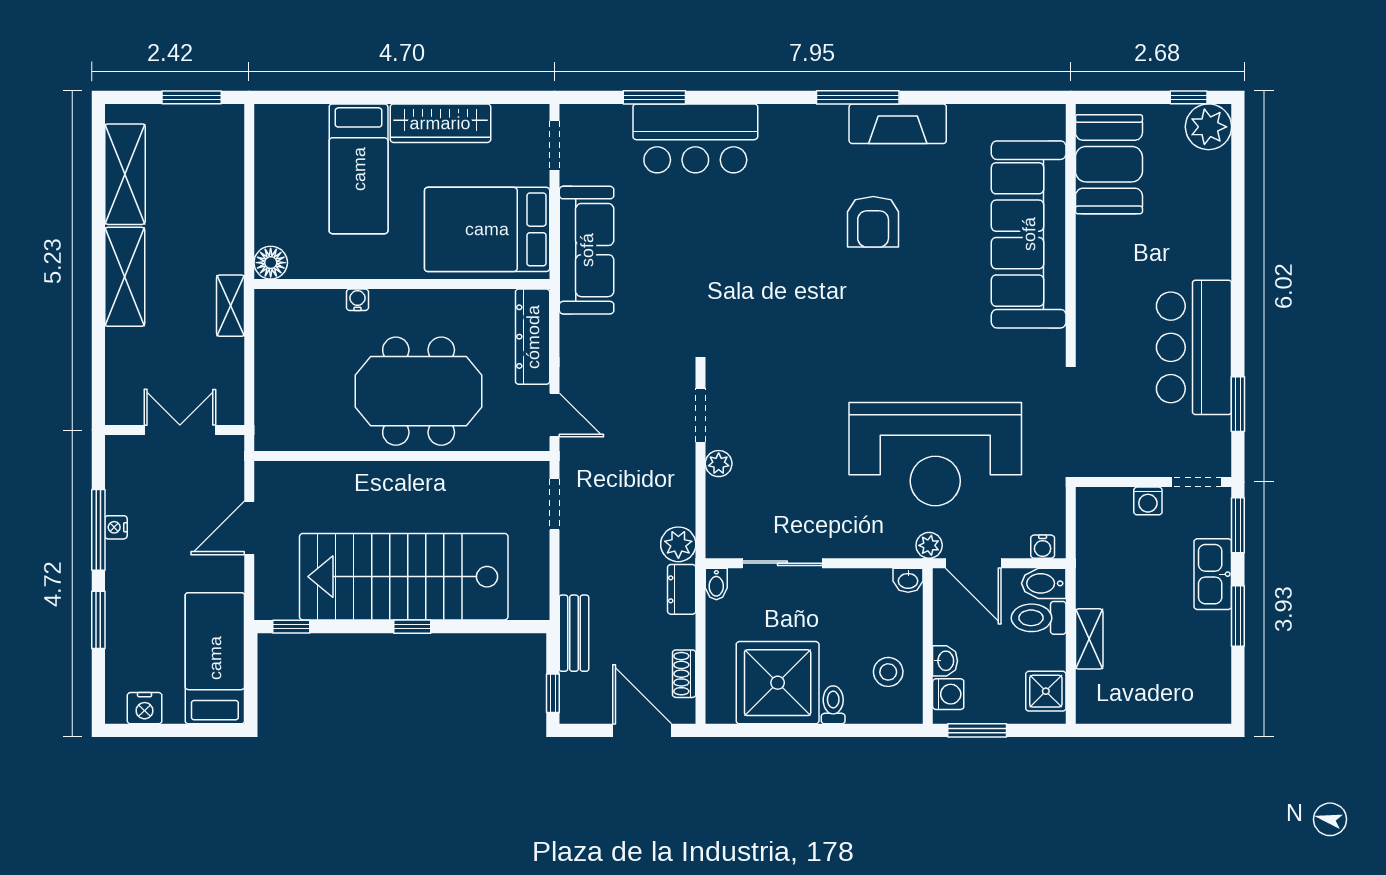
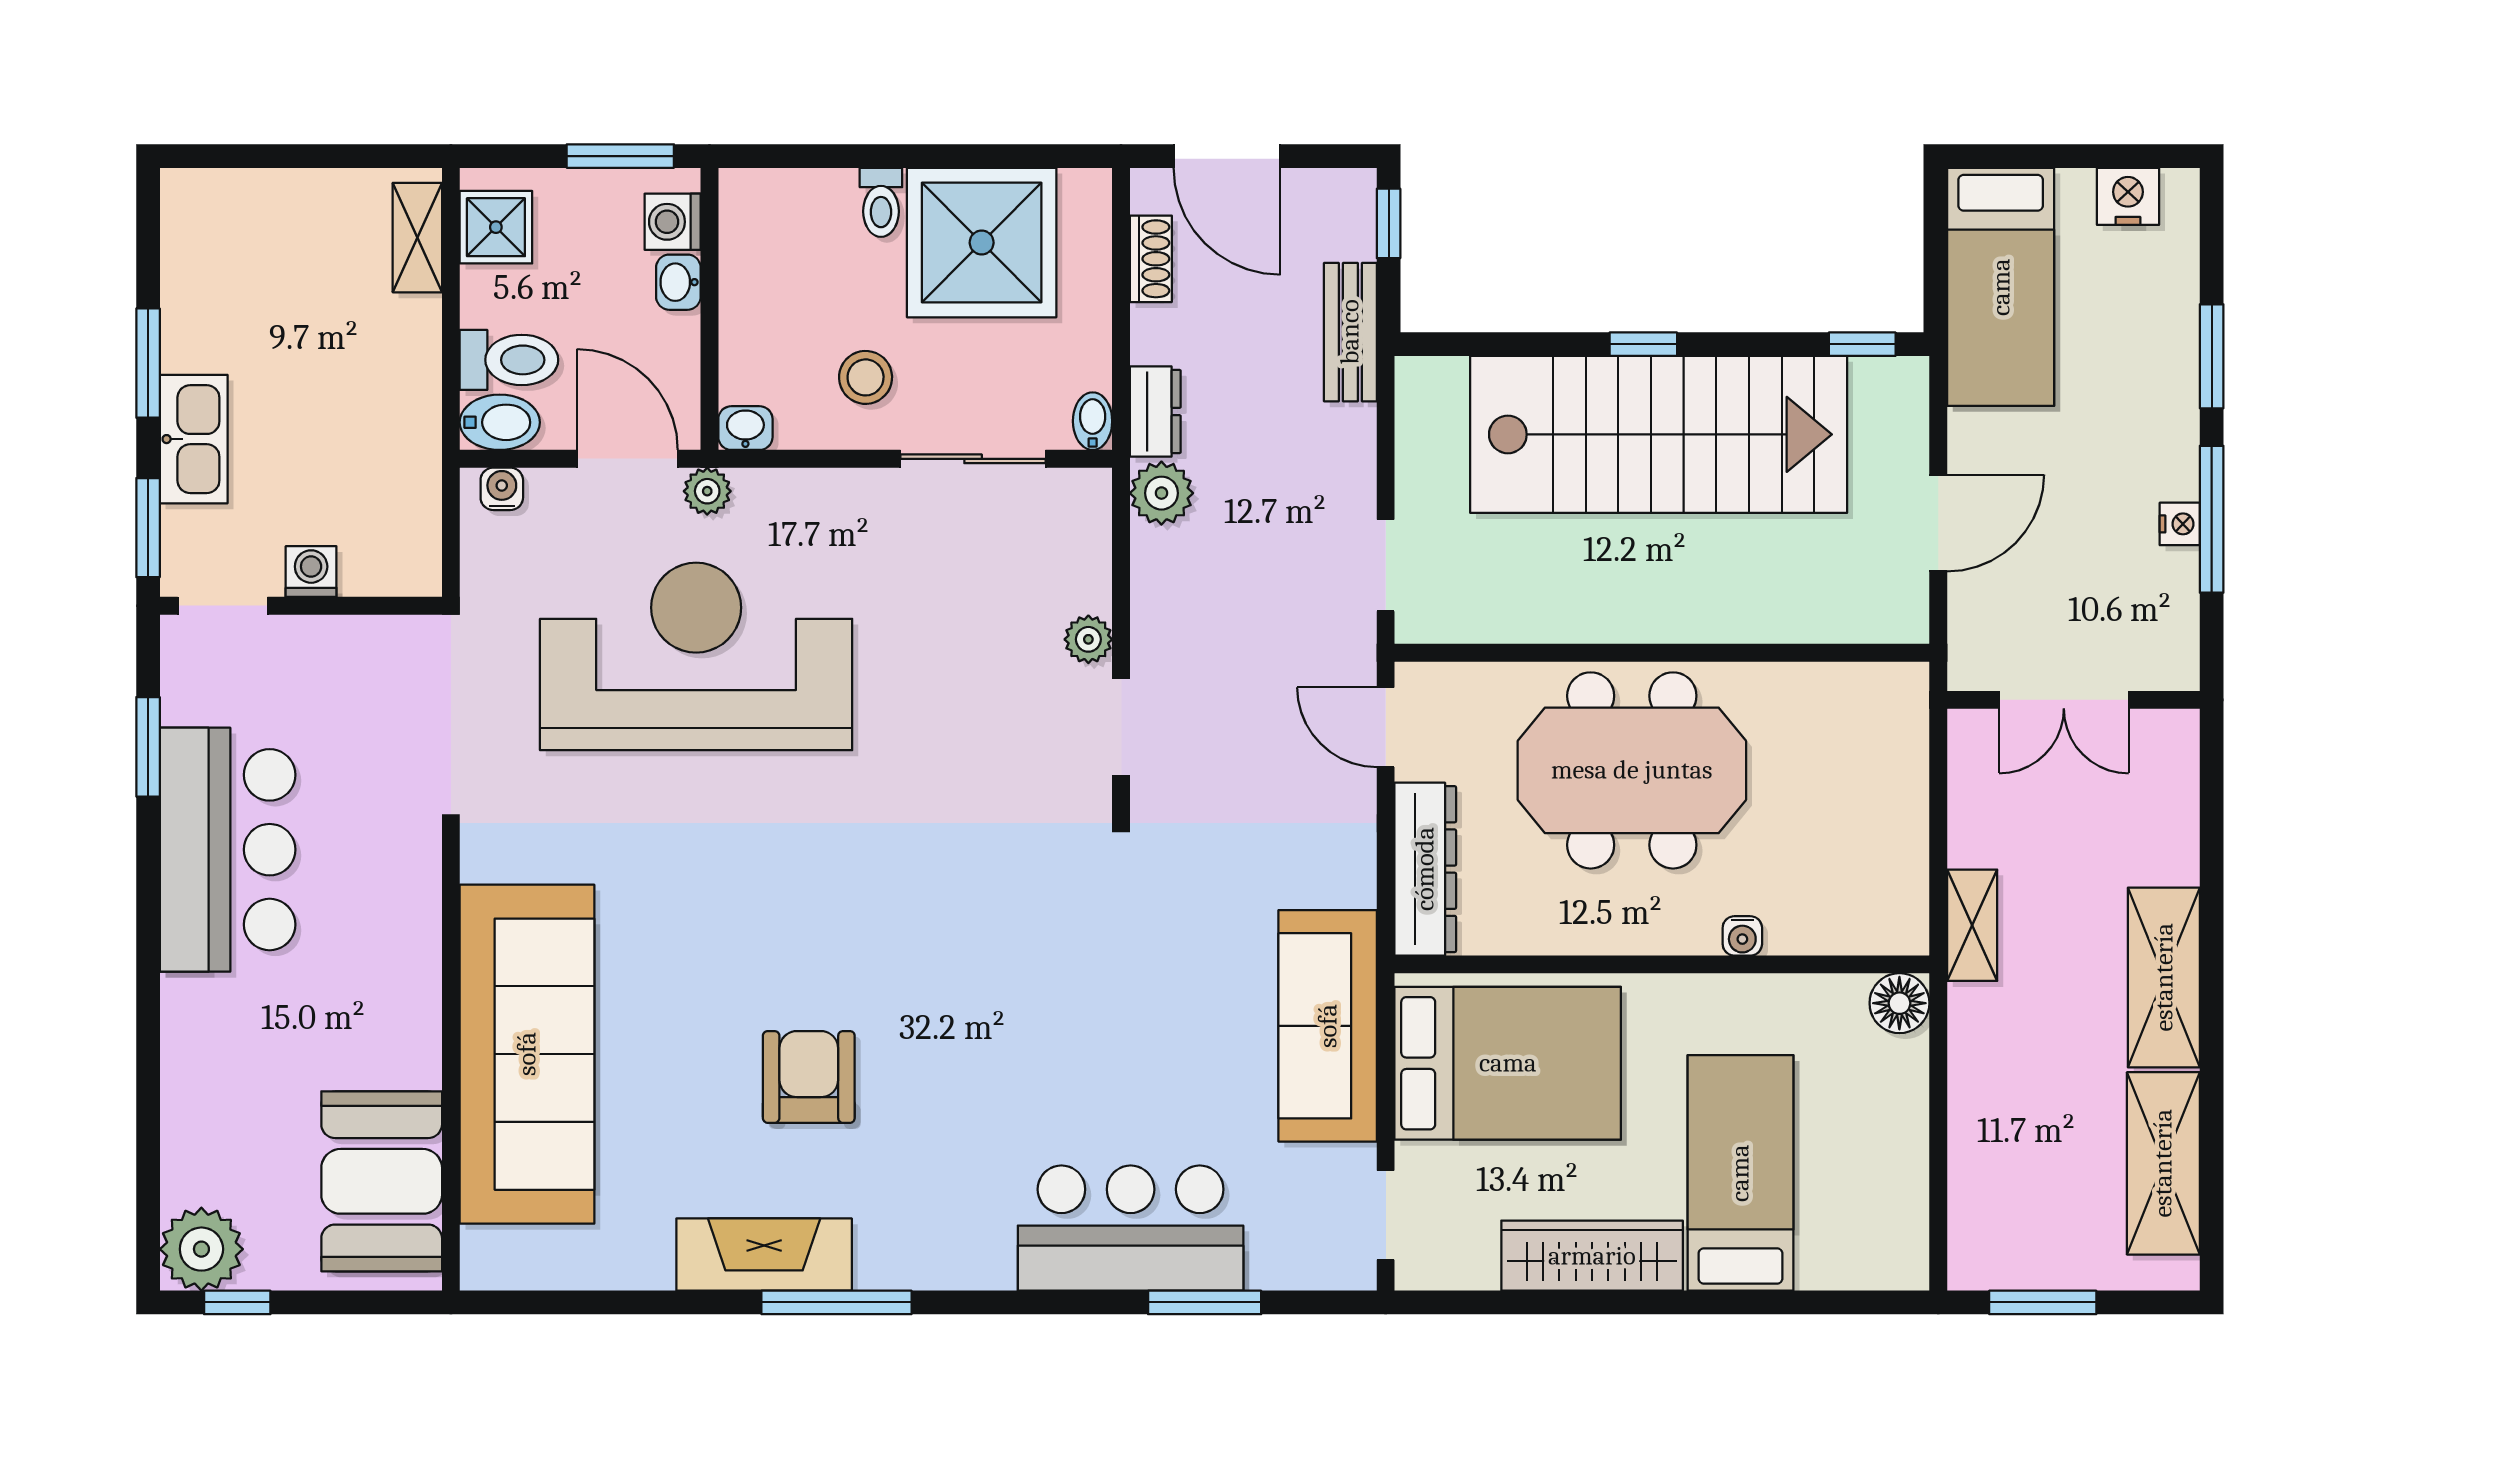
shelving: (1089, 639) -> (417, 238), moved
stool: (888, 672) -> (866, 377), moved

